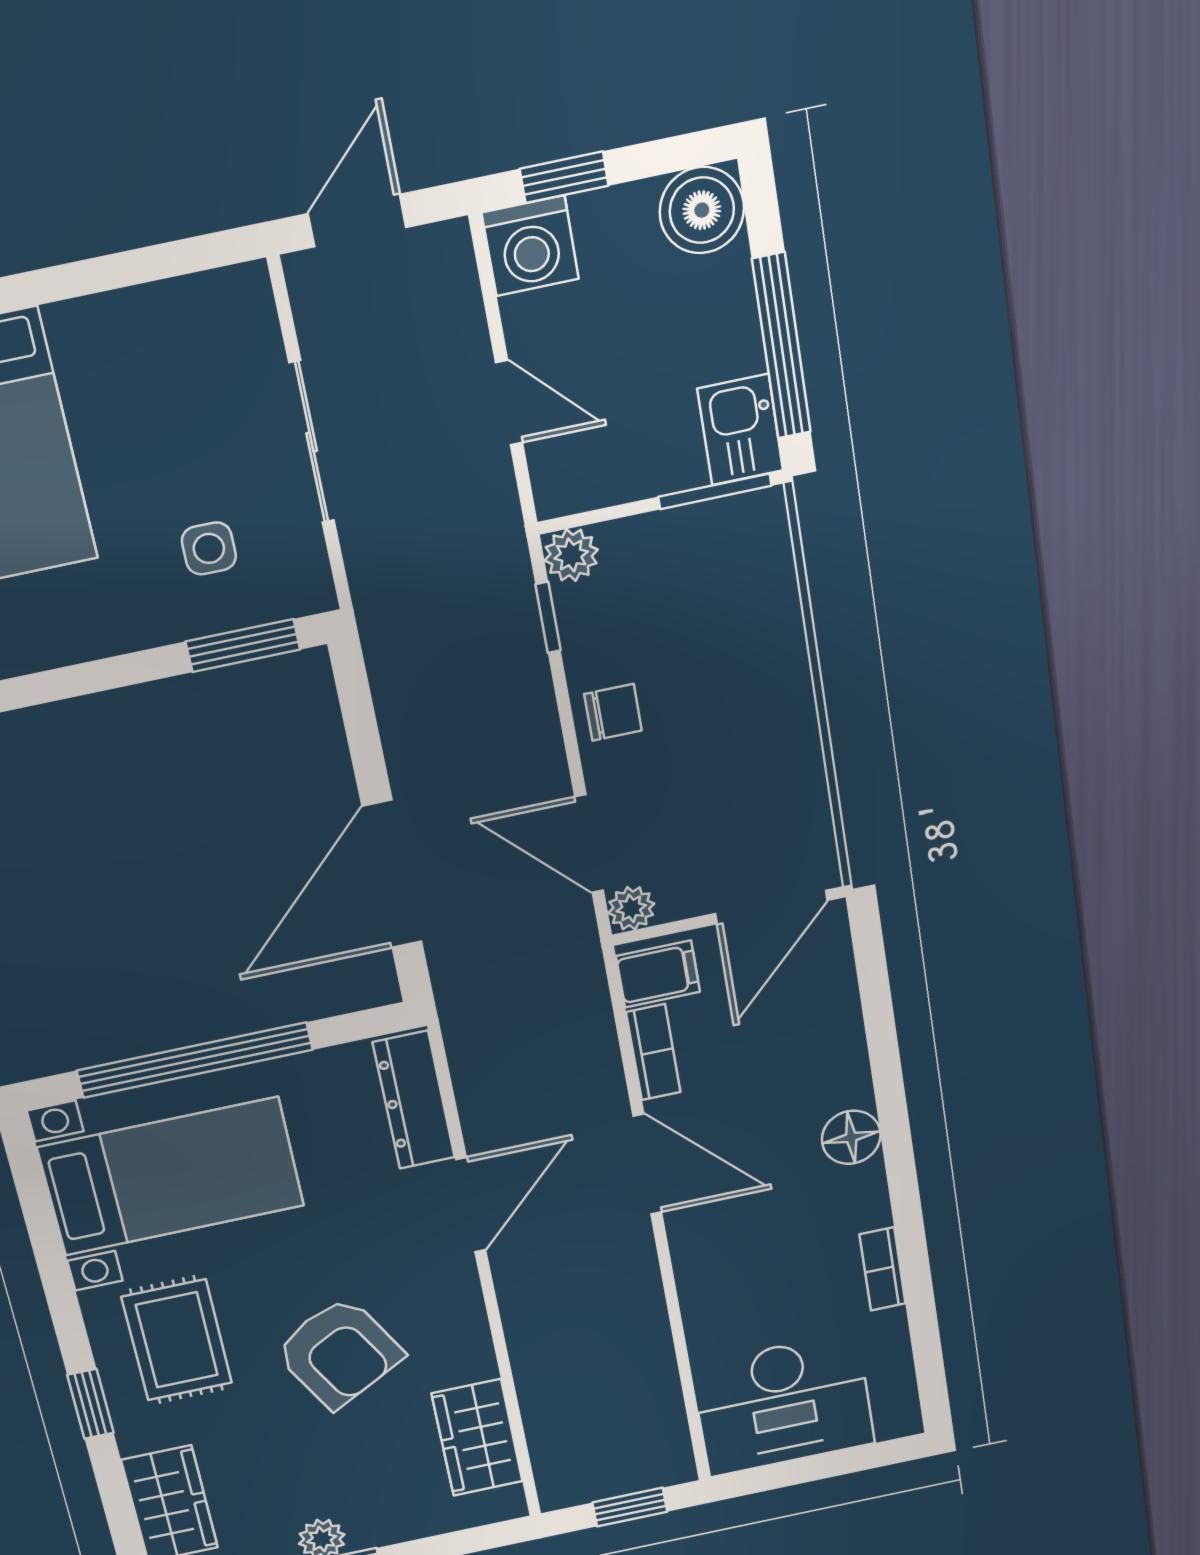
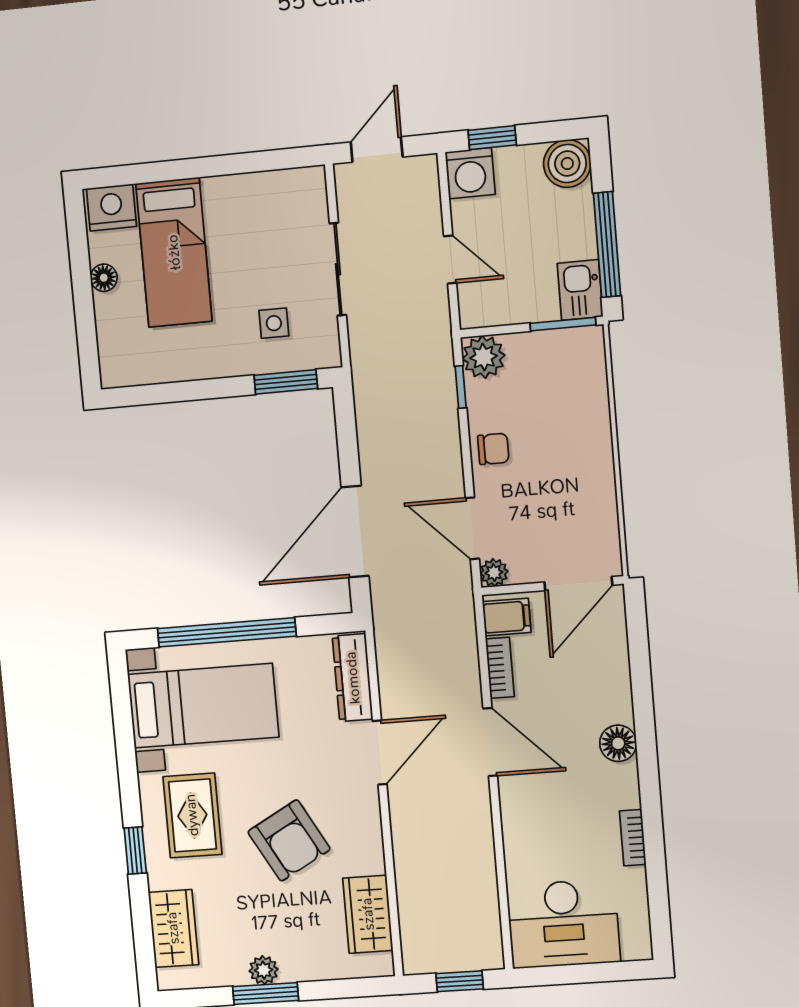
plant: (571, 555) -> (484, 357), width x1.38, depth x1.38

